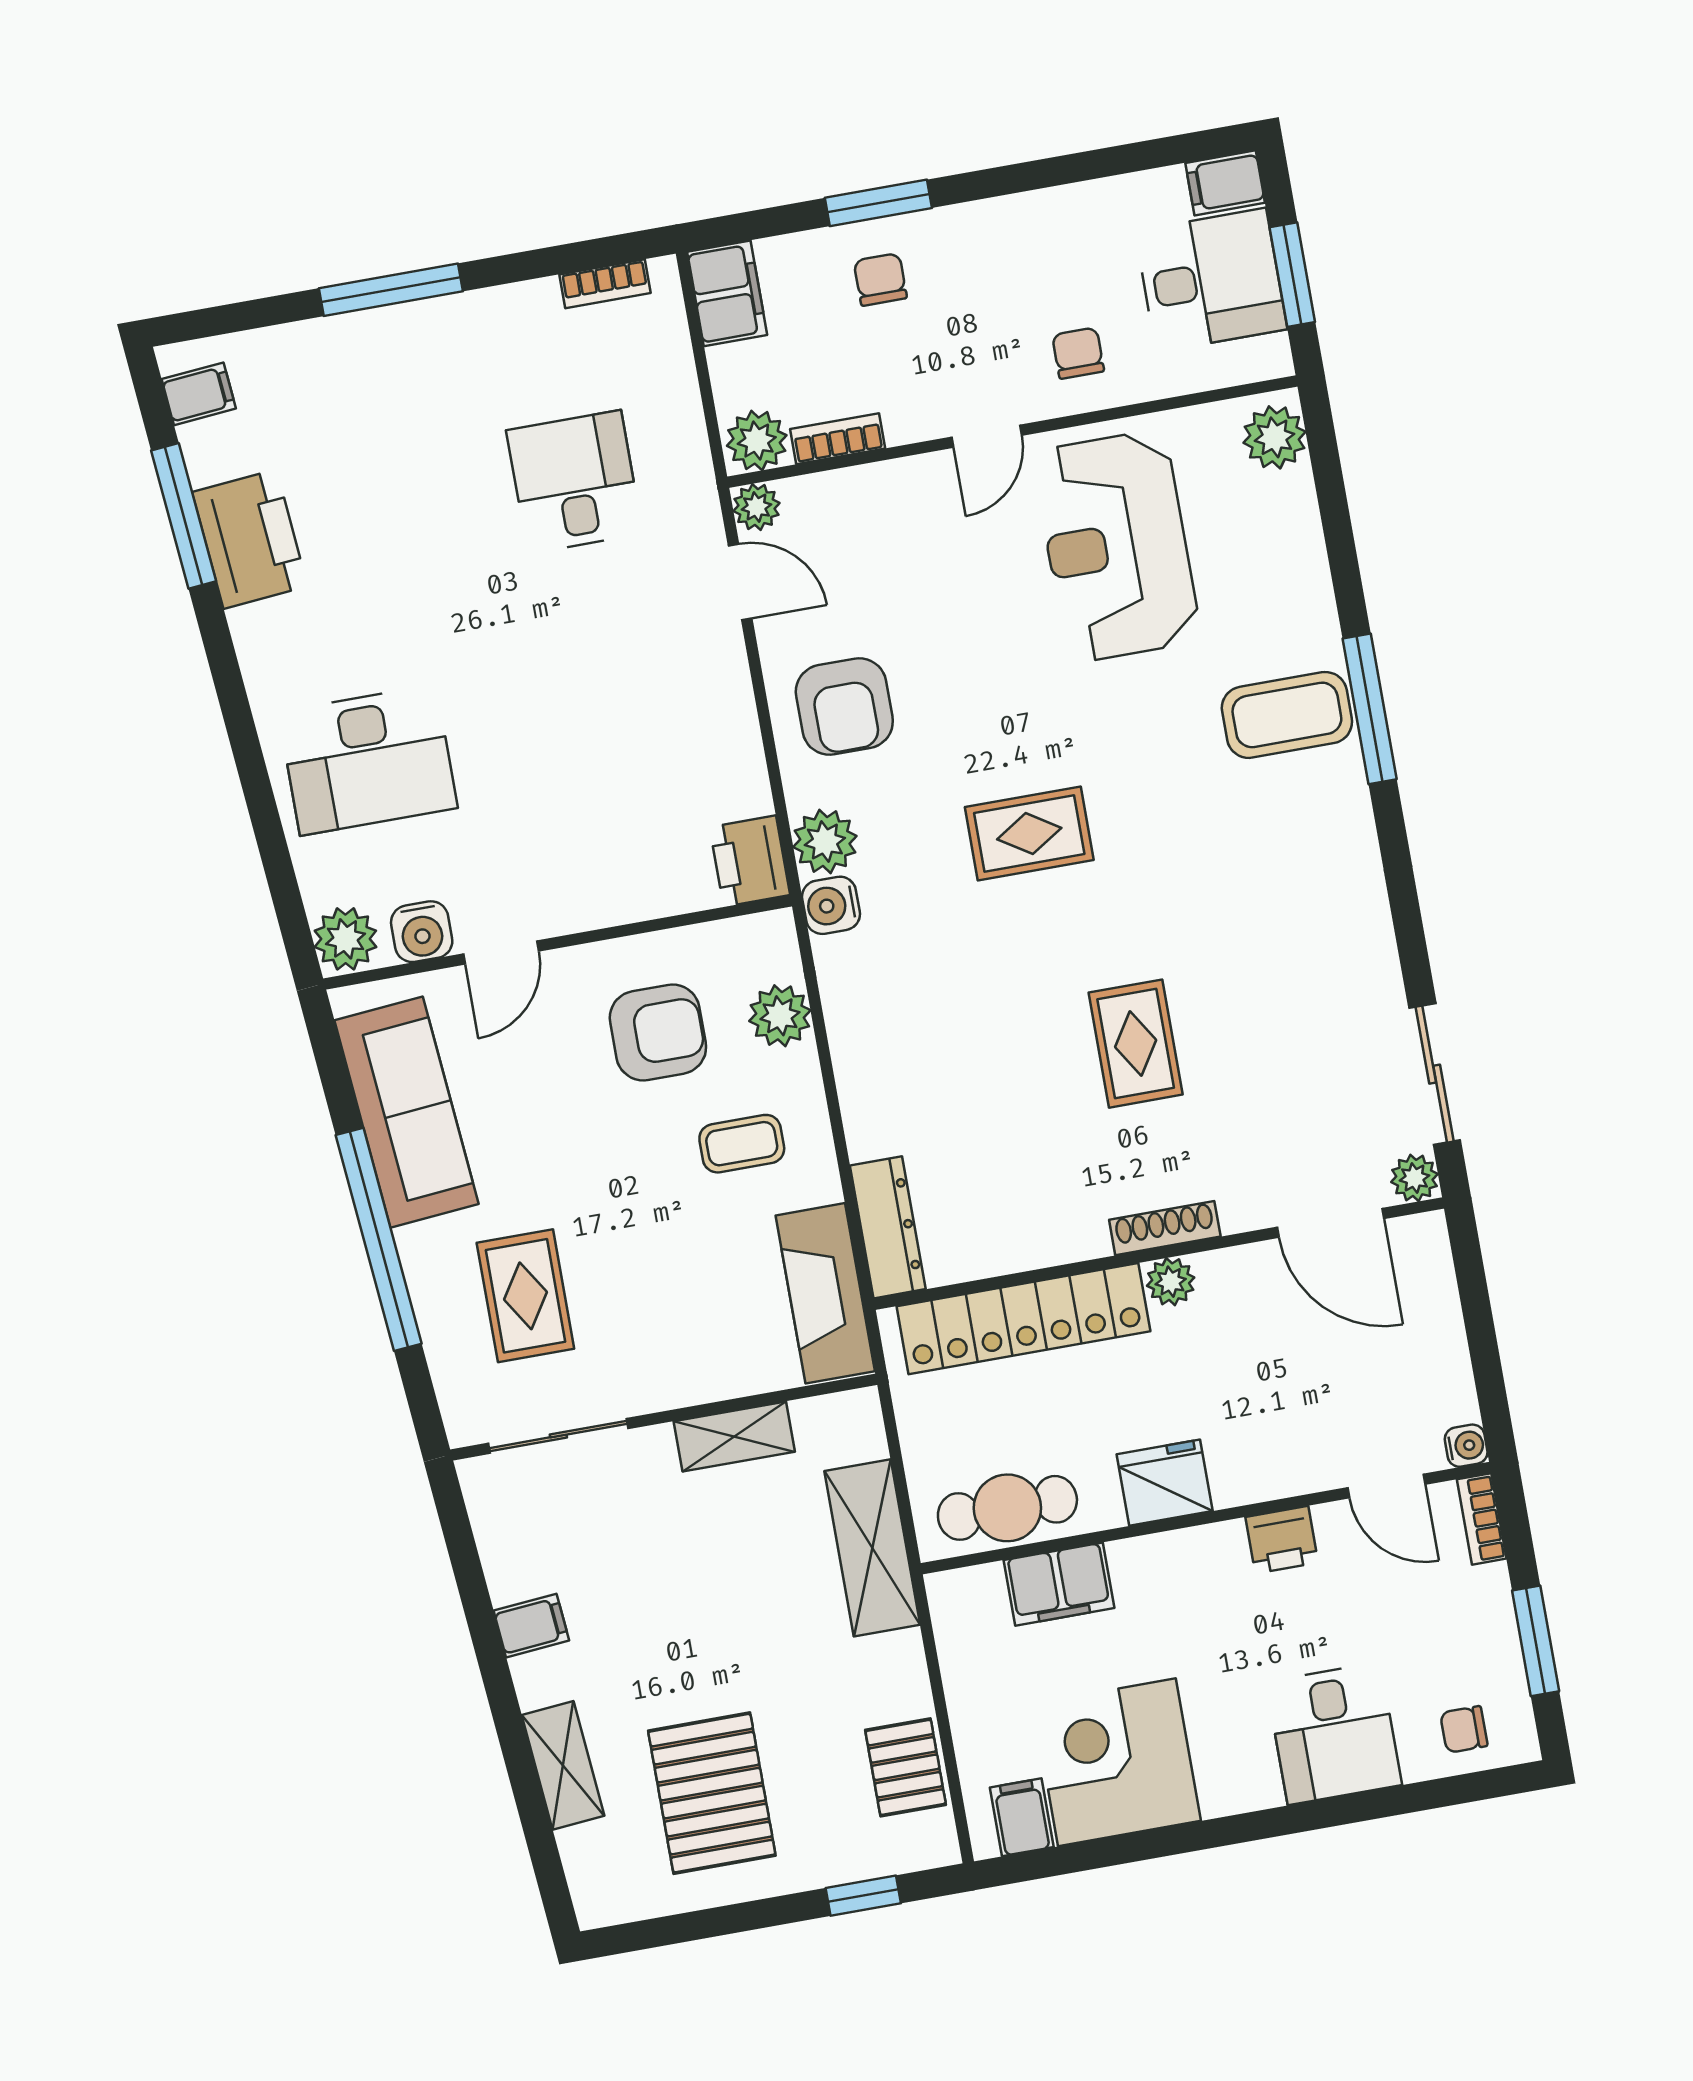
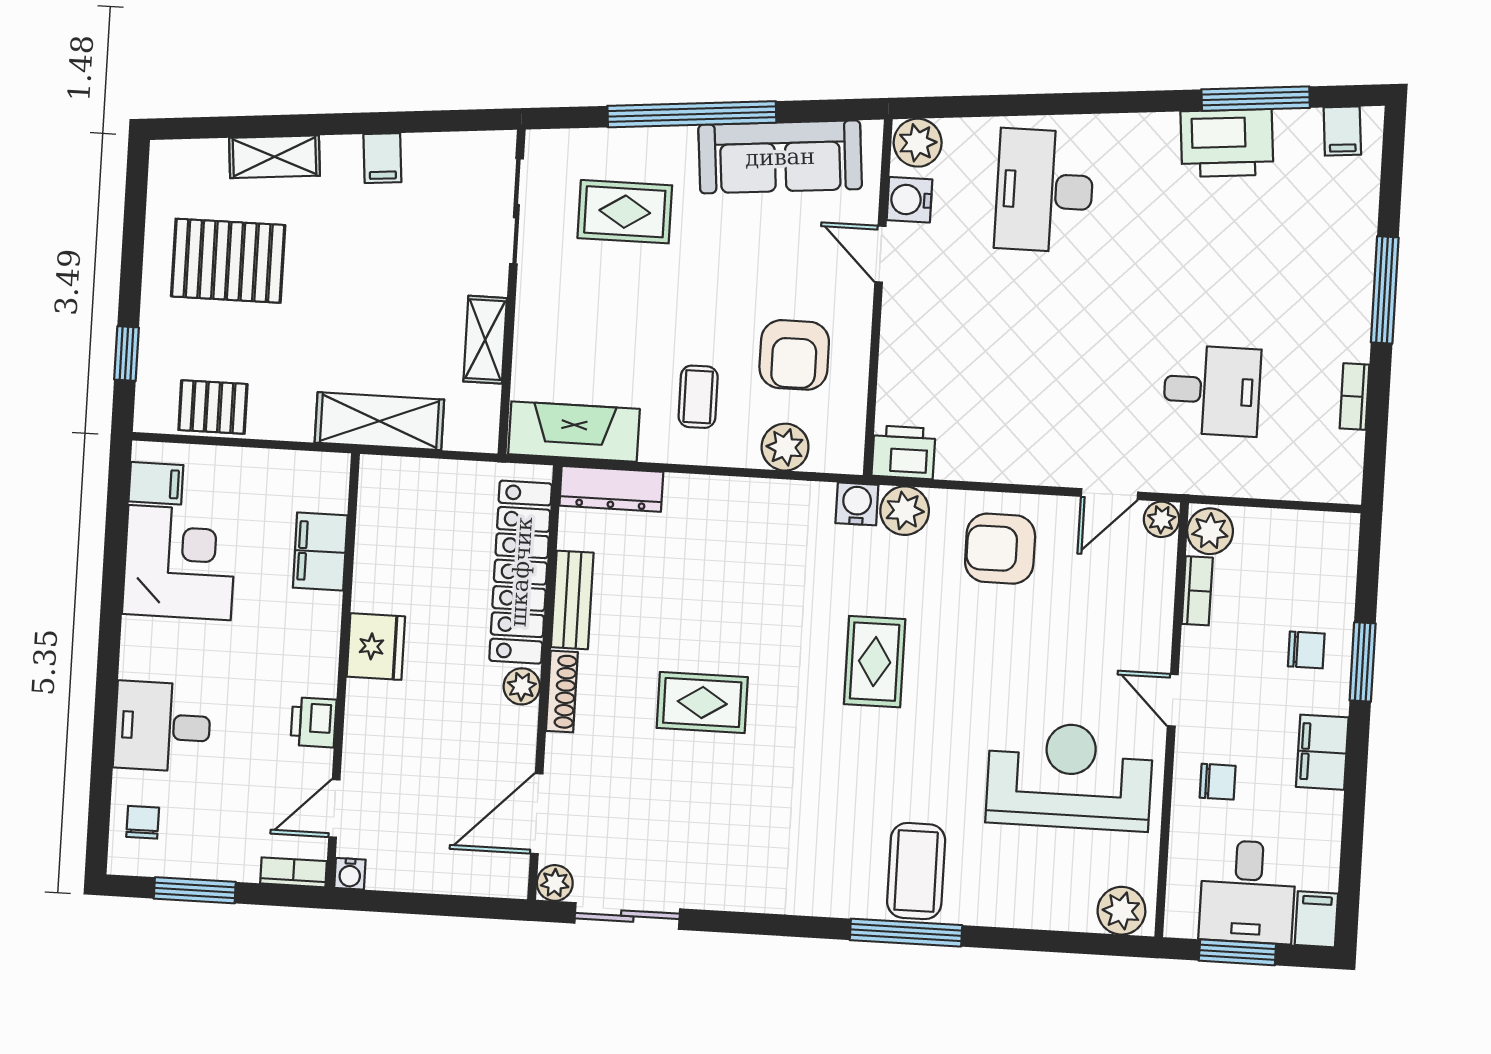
bookcase: (605, 284) -> (1355, 396), moved
filing cabinet: (727, 293) -> (1322, 752), moved, turned 90
bench: (1043, 1243) -> (572, 600), added
cafe table: (1007, 1508) -> (385, 527), removed

